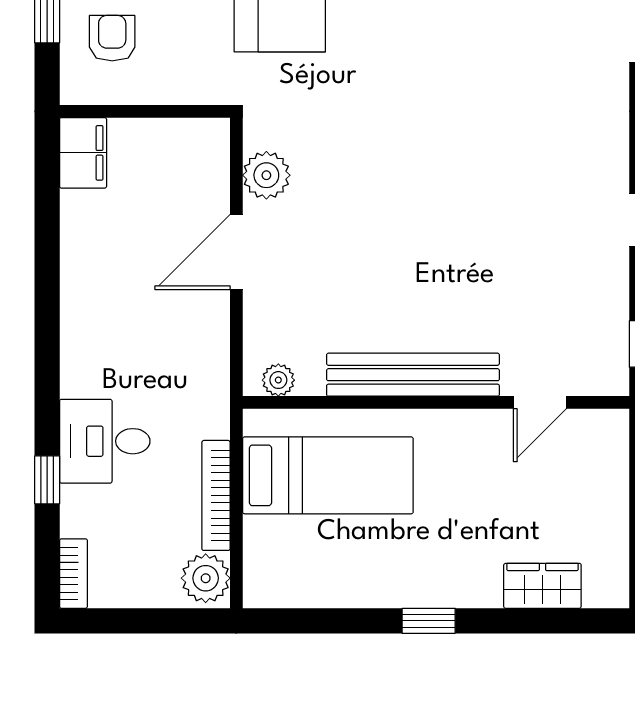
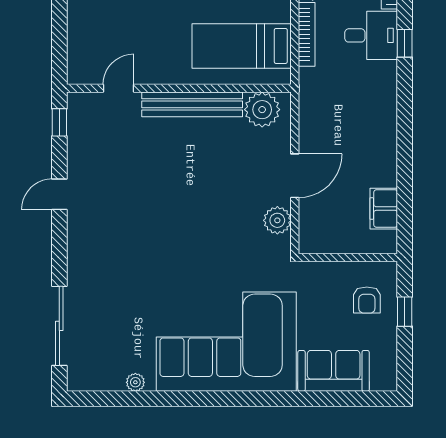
filing cabinet: (83, 153) -> (384, 209), moved
plant: (278, 380) -> (262, 110), width x1.88, depth x1.88
desk: (105, 441) -> (371, 35), moved

